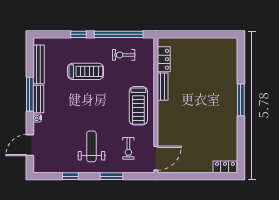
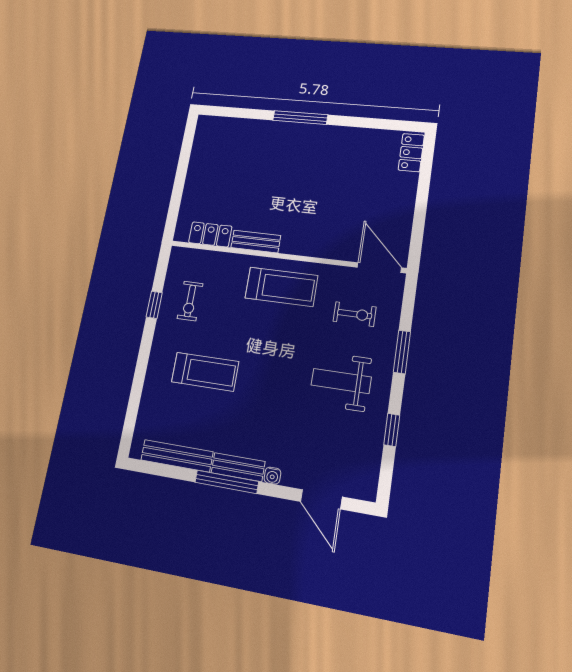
window: (78, 34) -> (140, 375), removed
window: (119, 34) -> (154, 305), width x0.32
treadmill: (85, 71) -> (205, 372), turned 90

